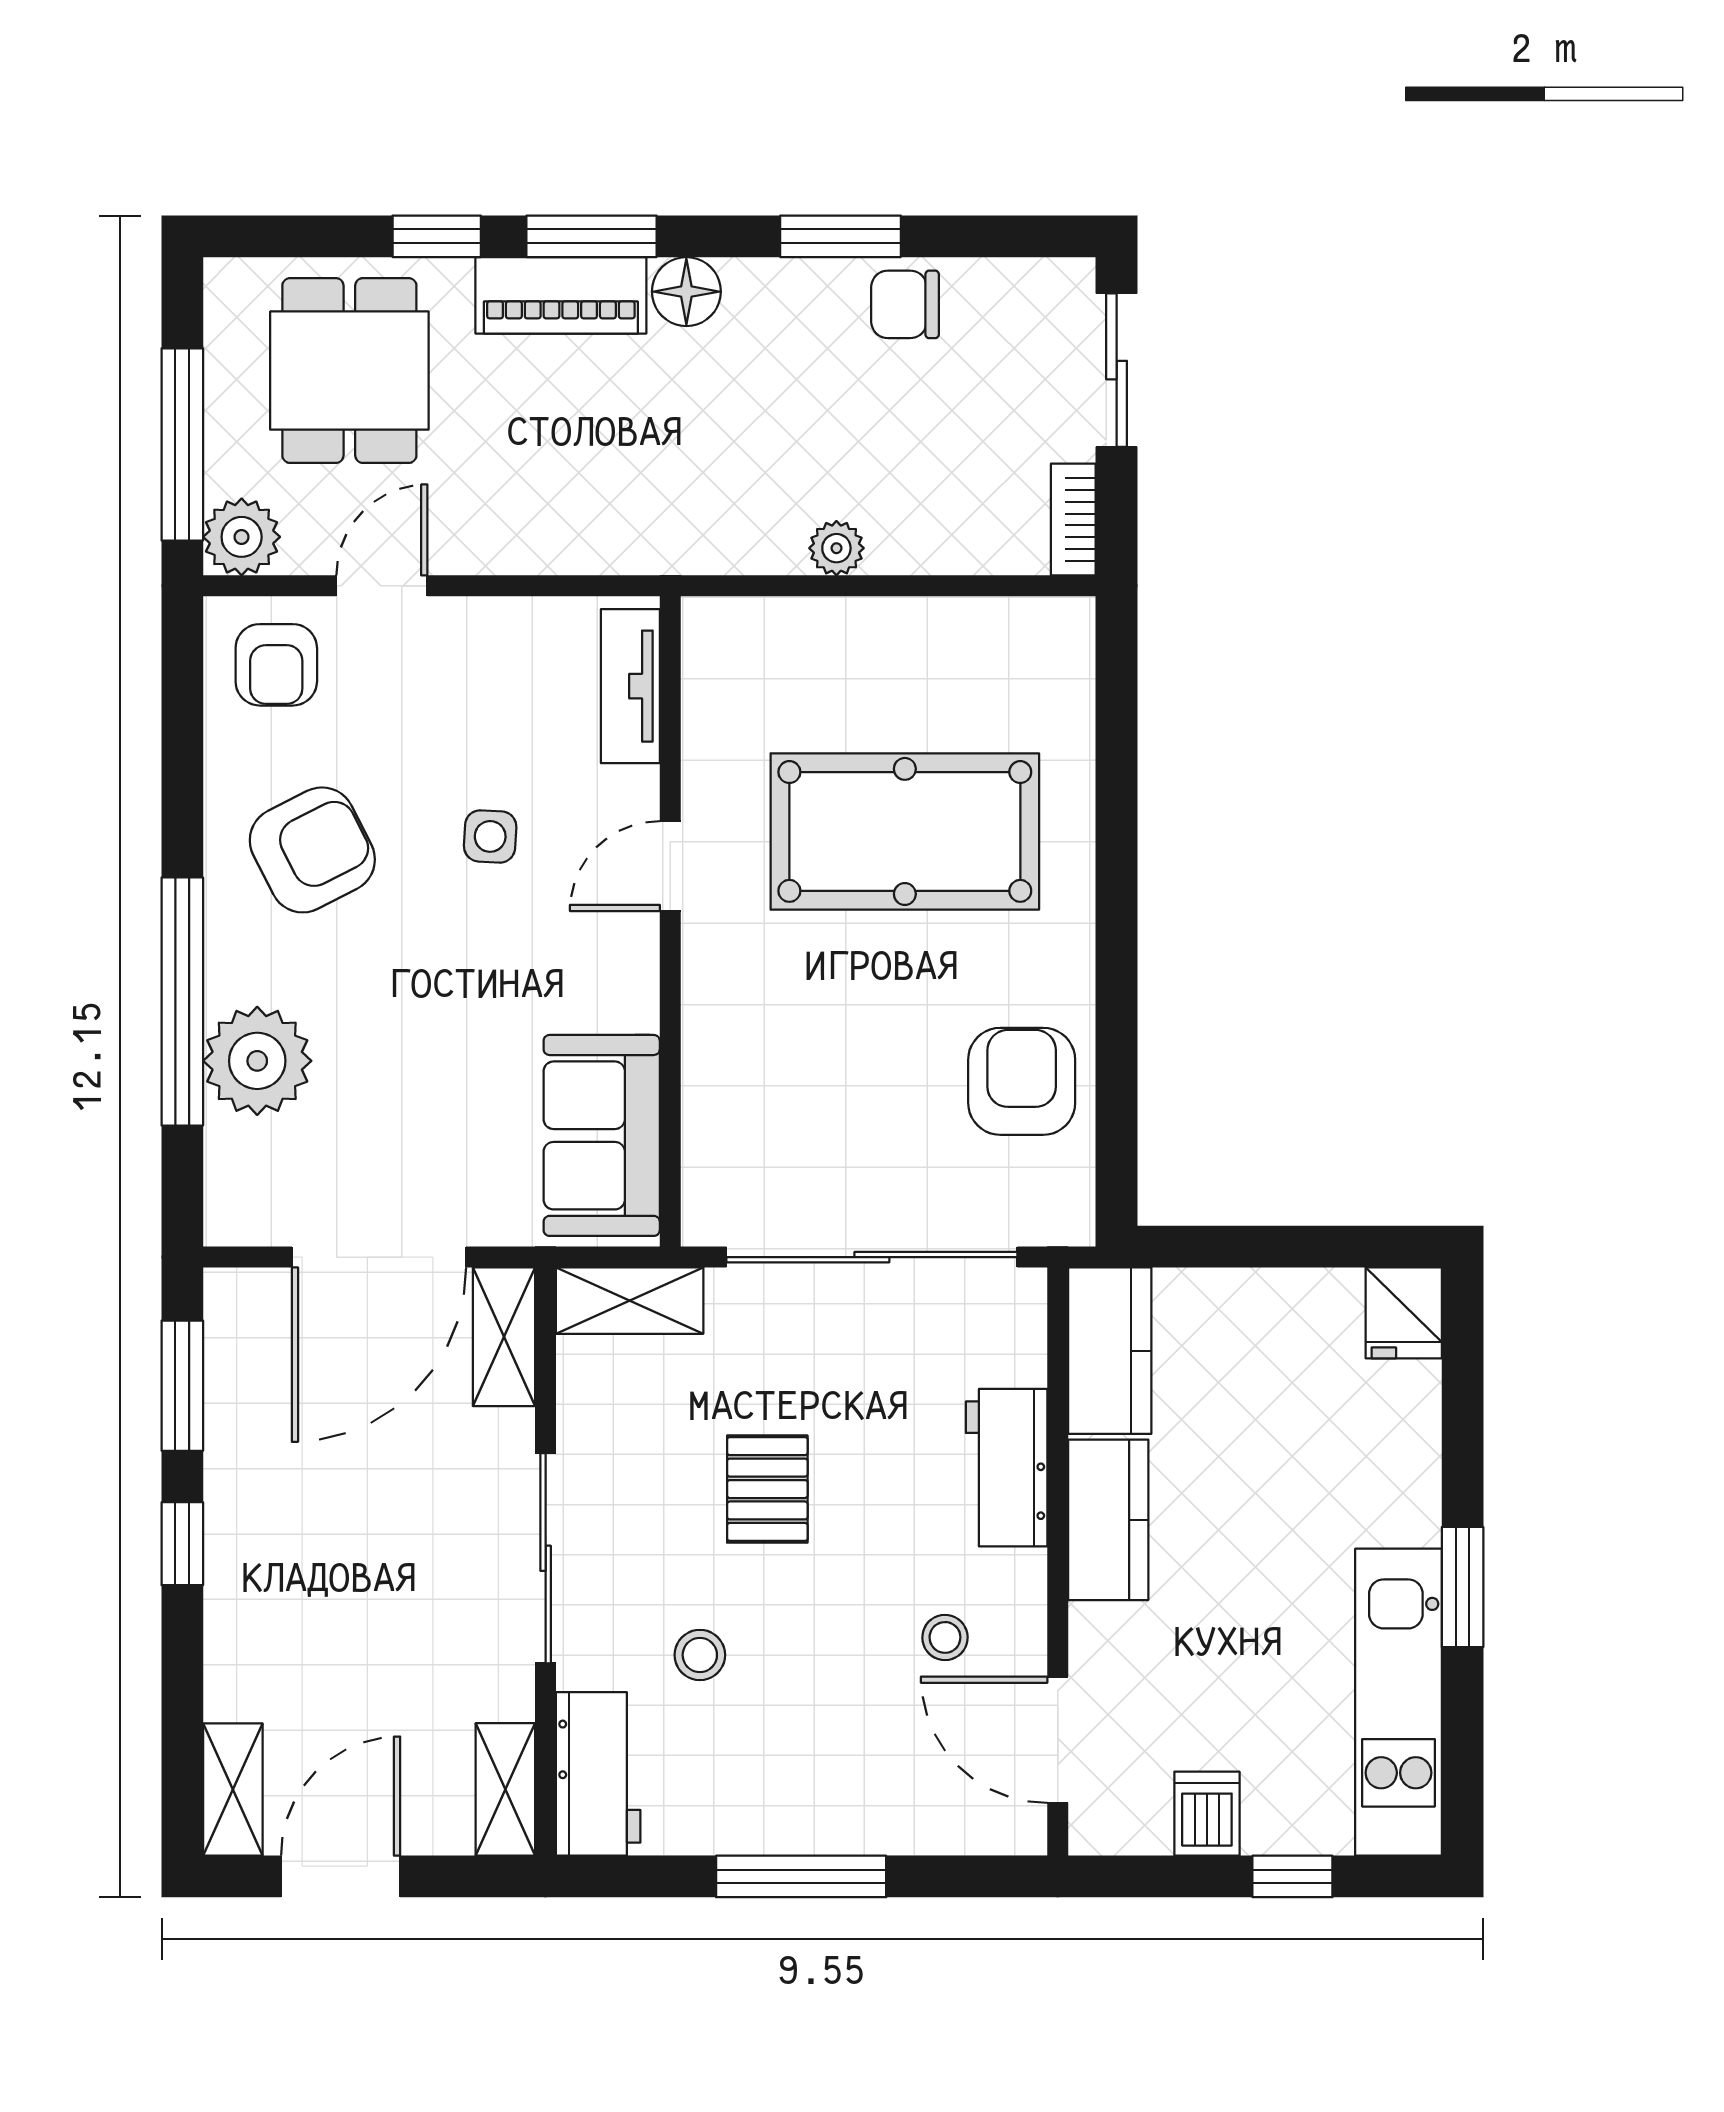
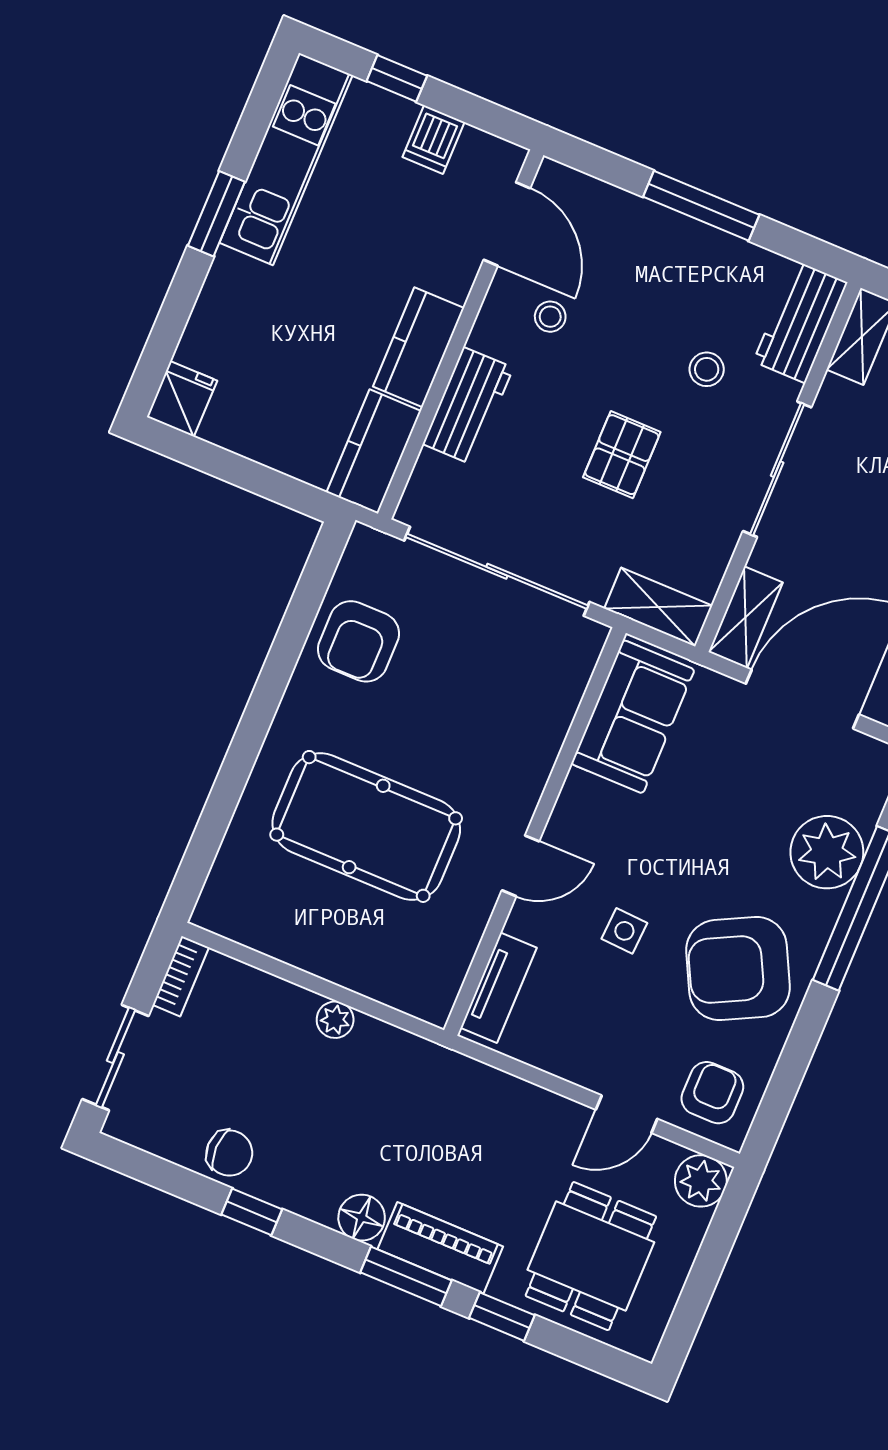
window: (841, 236) -> (252, 1212), width x0.67
window: (182, 444) -> (714, 1254), removed
armchair: (312, 850) -> (738, 969), width x1.36, depth x1.36

